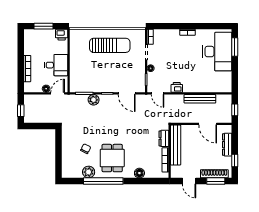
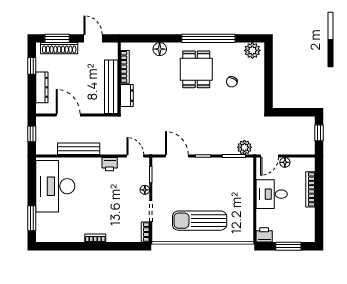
desk: (217, 52) -> (55, 186), moved
plant: (94, 100) -> (244, 147), moved
plant: (89, 172) -> (252, 50), moved

